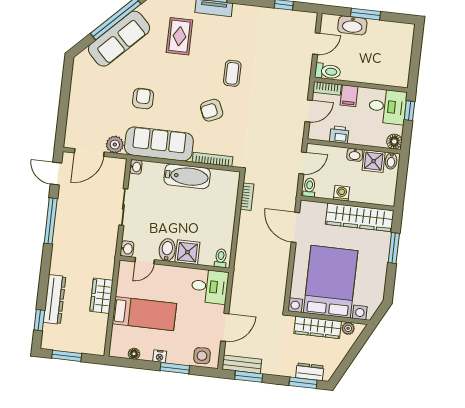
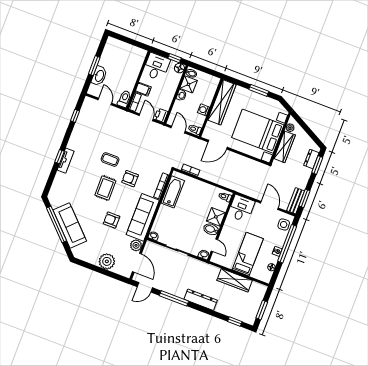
rug: (179, 36) -> (105, 188), moved, turned 90
plant: (80, 107) -> (107, 261), added
armchair: (212, 110) -> (130, 179), turned 114
window: (409, 111) -> (175, 58), moved
printer: (339, 135) -> (161, 115), moved
bathtub: (187, 176) -> (173, 192), moved
window: (394, 248) -> (259, 90), moved
wardrobe: (101, 296) -> (235, 280), width x1.50
dresser: (54, 299) -> (201, 300), moved
window: (175, 368) -> (287, 244), width x2.11

